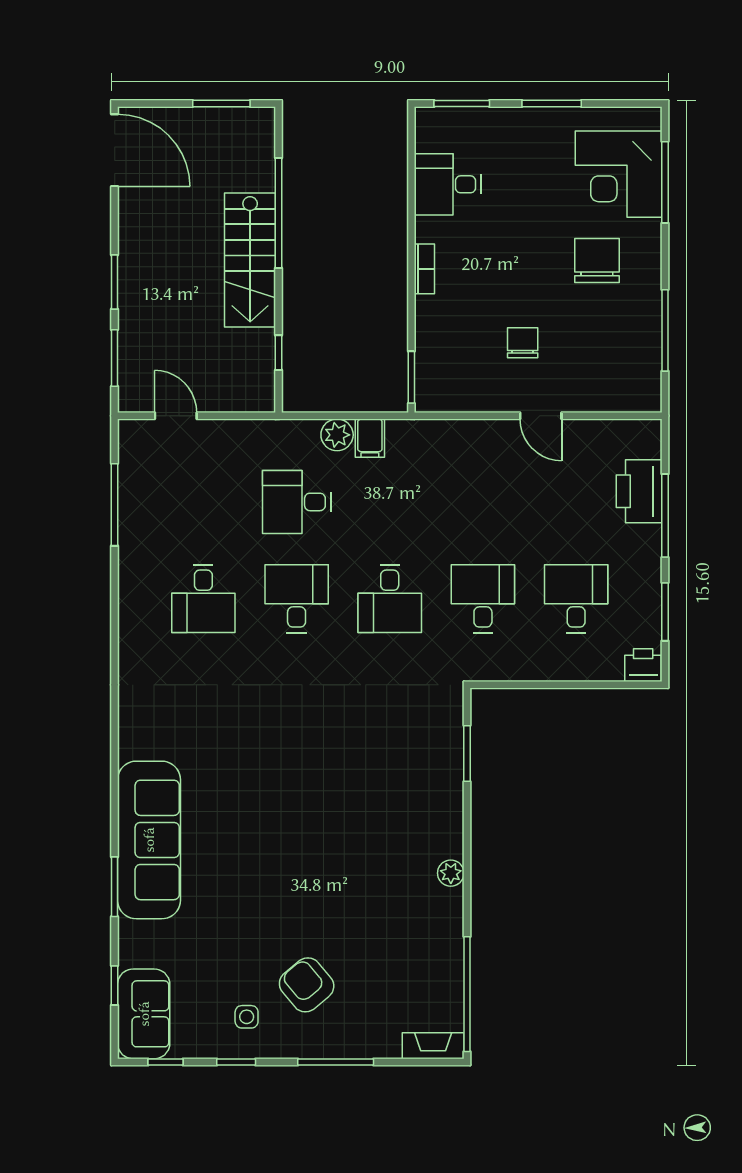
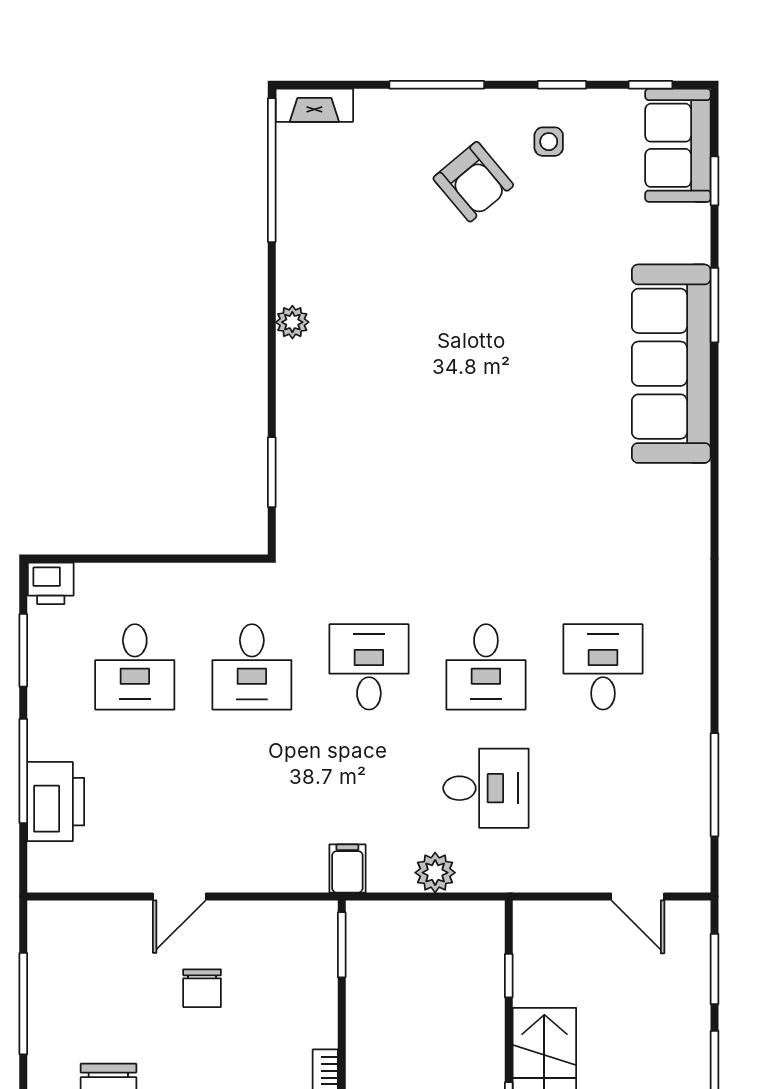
door: (541, 416) -> (179, 896), swing flipped
filing cabinet: (370, 438) -> (347, 868), moved

